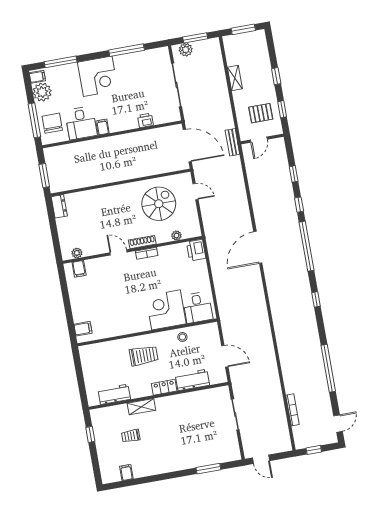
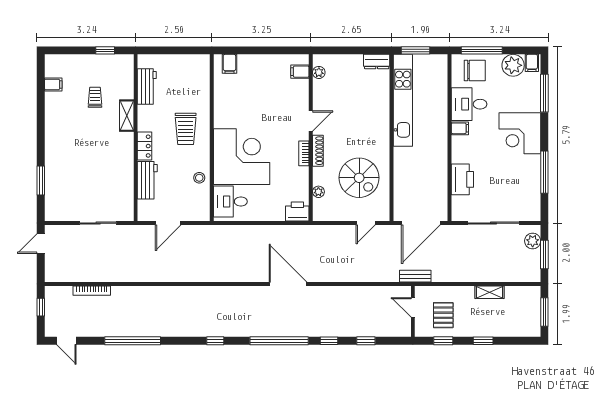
printer: (145, 120) -> (462, 179), width x1.87, depth x1.48
kitchen unit: (88, 179) -> (403, 100), added
corner desk: (166, 310) -> (242, 157), width x1.36, depth x1.36

